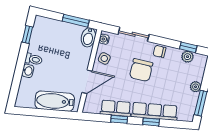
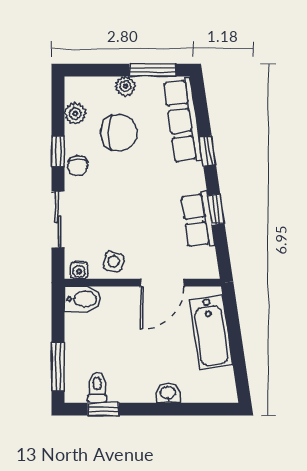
window: (76, 21) -> (58, 366), moved
window: (188, 47) -> (58, 151), moved
toilet: (34, 59) -> (97, 388), moved
chair: (141, 70) -> (119, 133), moved
door: (87, 82) -> (162, 283), swing flipped
row of seats: (155, 111) -> (183, 121), moved

